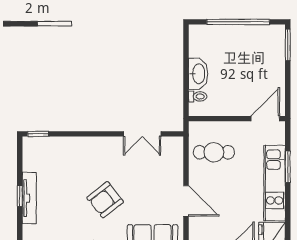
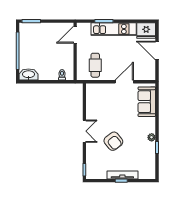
washbasin: (198, 74) -> (29, 75), moved
door: (265, 119) -> (75, 35), hinge flipped
double door: (142, 134) -> (84, 131), moved
armchair: (105, 200) -> (113, 141), moved

